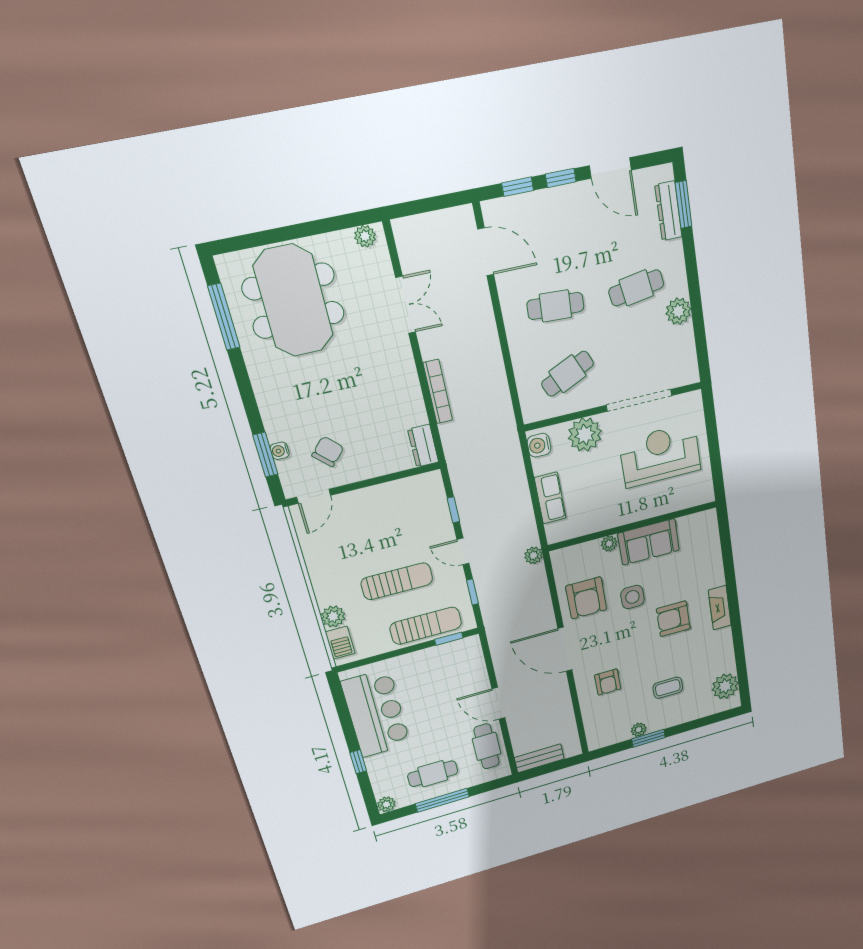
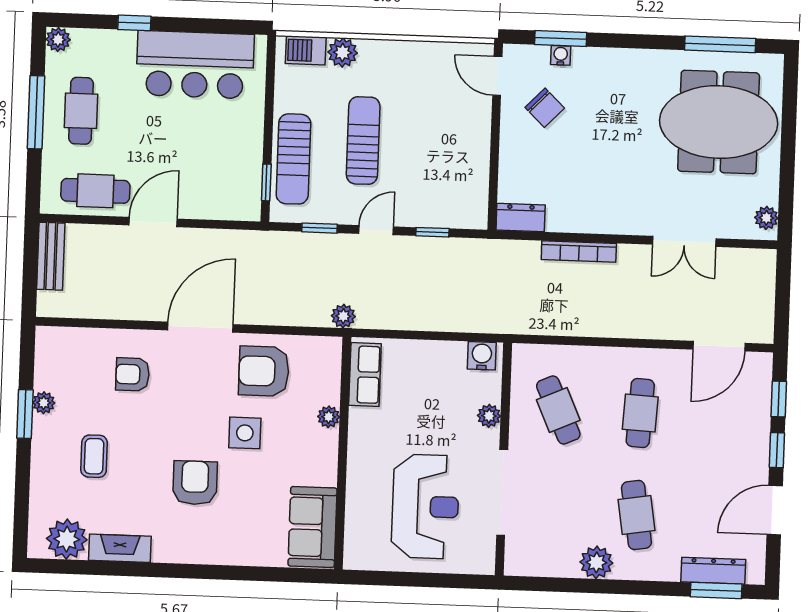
plant: (585, 435) -> (489, 416), width x0.53, depth x0.53
row of seats: (550, 498) -> (365, 375), moved, turned -90
sofa: (649, 542) -> (313, 527), moved
sun lounger: (397, 581) -> (363, 141), turned 180
fireplace: (720, 608) -> (120, 548), moved

